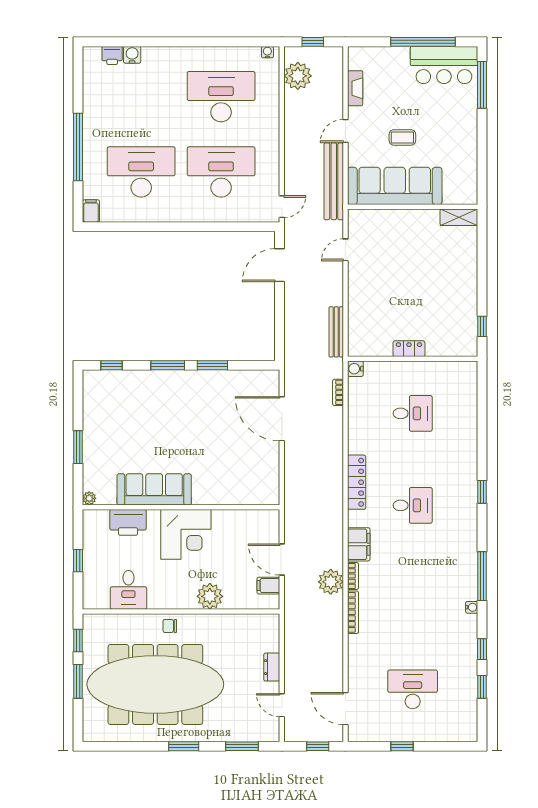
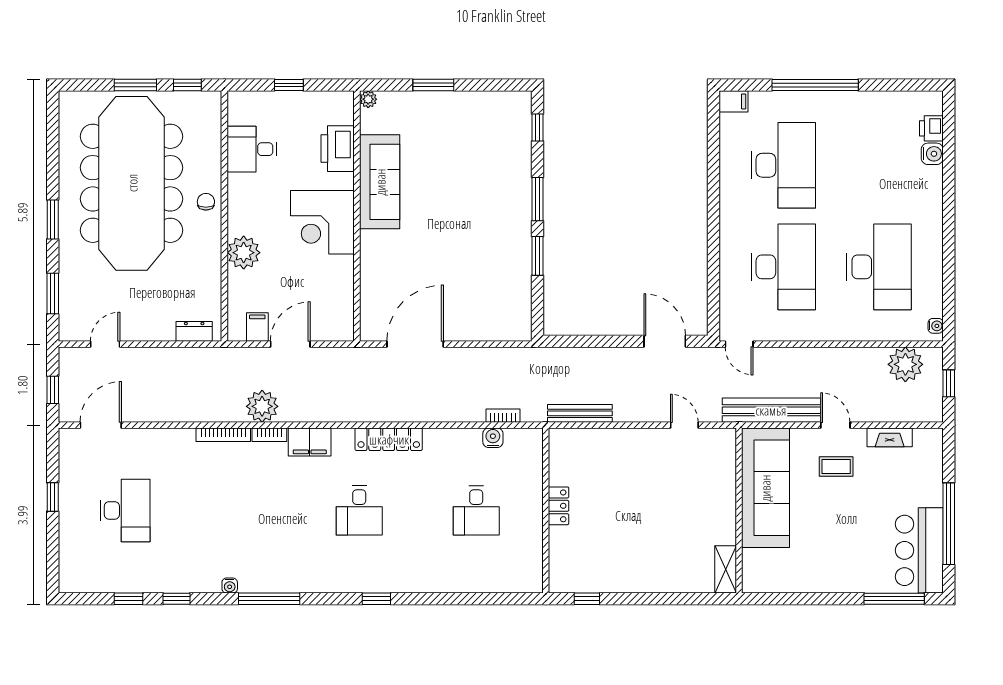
coffee table: (402, 137) -> (836, 466), moved, turned 90
water cooler: (355, 369) -> (493, 438), moved
door: (282, 419) -> (415, 344), moved
dresser: (272, 667) -> (194, 331), moved

